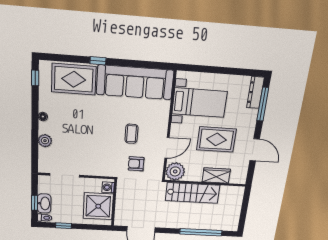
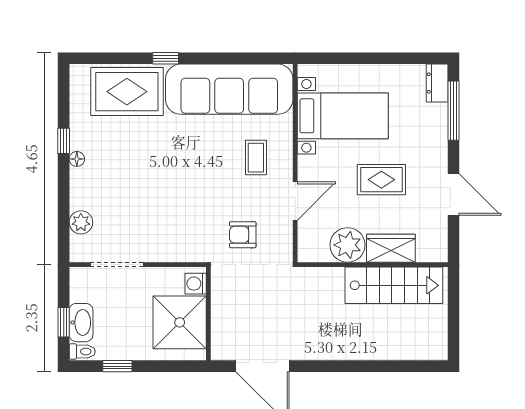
window: (35, 78) -> (64, 141), moved
dresser: (255, 92) -> (437, 83), width x0.70
coffee table: (131, 134) -> (256, 158), moved
rug: (216, 139) -> (381, 180), width x0.73, depth x0.70
plant: (45, 141) -> (81, 222), moved
plant: (175, 171) -> (347, 245), moved
stairs: (192, 193) -> (394, 285), moved
window: (201, 232) -> (378, 366), removed

